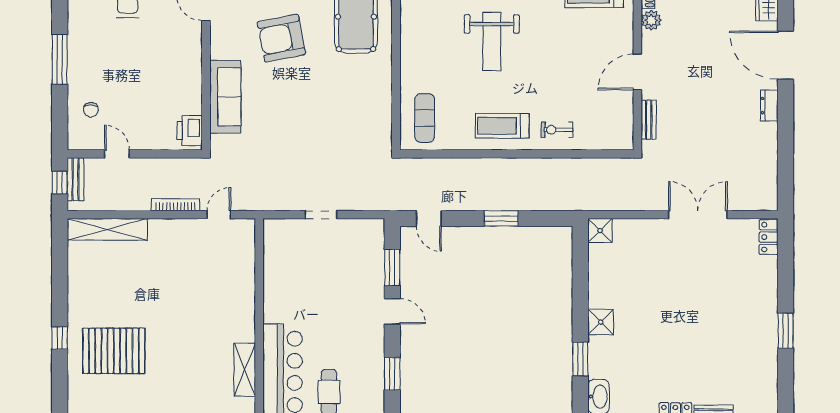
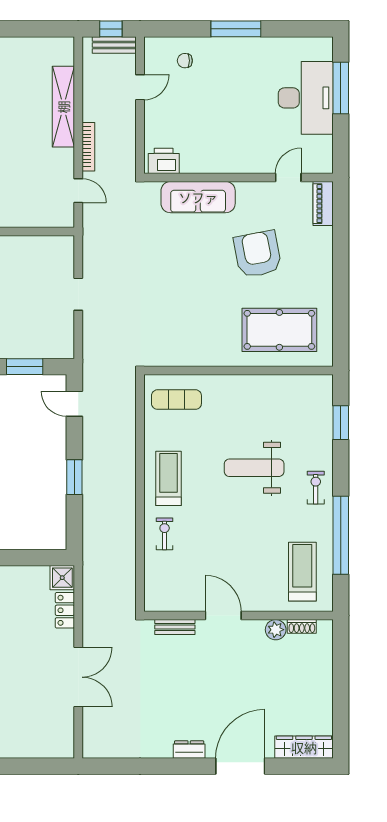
door: (429, 218) -> (74, 404), hinge flipped
shelving: (107, 229) -> (63, 107), moved
locker: (769, 237) -> (65, 610), moved, turned -90

